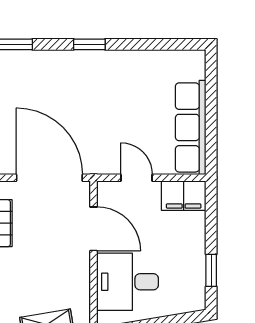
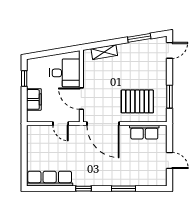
row of seats: (191, 127) -> (50, 179), moved, turned -90
filing cabinet: (184, 196) -> (34, 99), moved, turned 90

